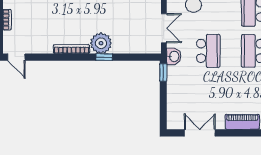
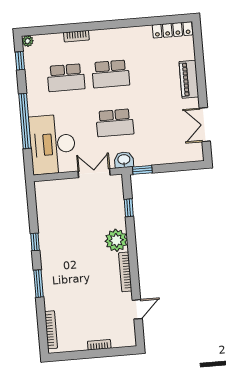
school desk: (208, 51) -> (115, 123), turned 180
door: (16, 57) -> (137, 309), moved
window: (104, 57) -> (129, 208), moved

